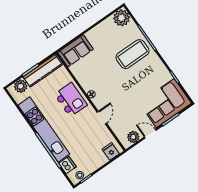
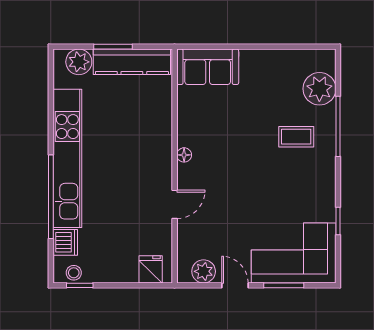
plant: (122, 18) -> (319, 89), moved
coffee table: (133, 54) -> (296, 137), width x0.54, depth x0.58
kitchen island: (71, 100) -> (144, 140), removed

